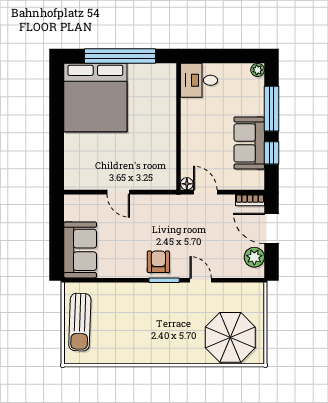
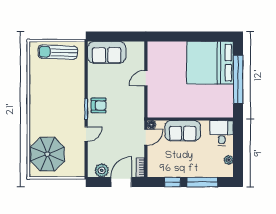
plant: (258, 70) -> (229, 160), moved
sofa: (249, 143) -> (183, 131), moved, turned 180

